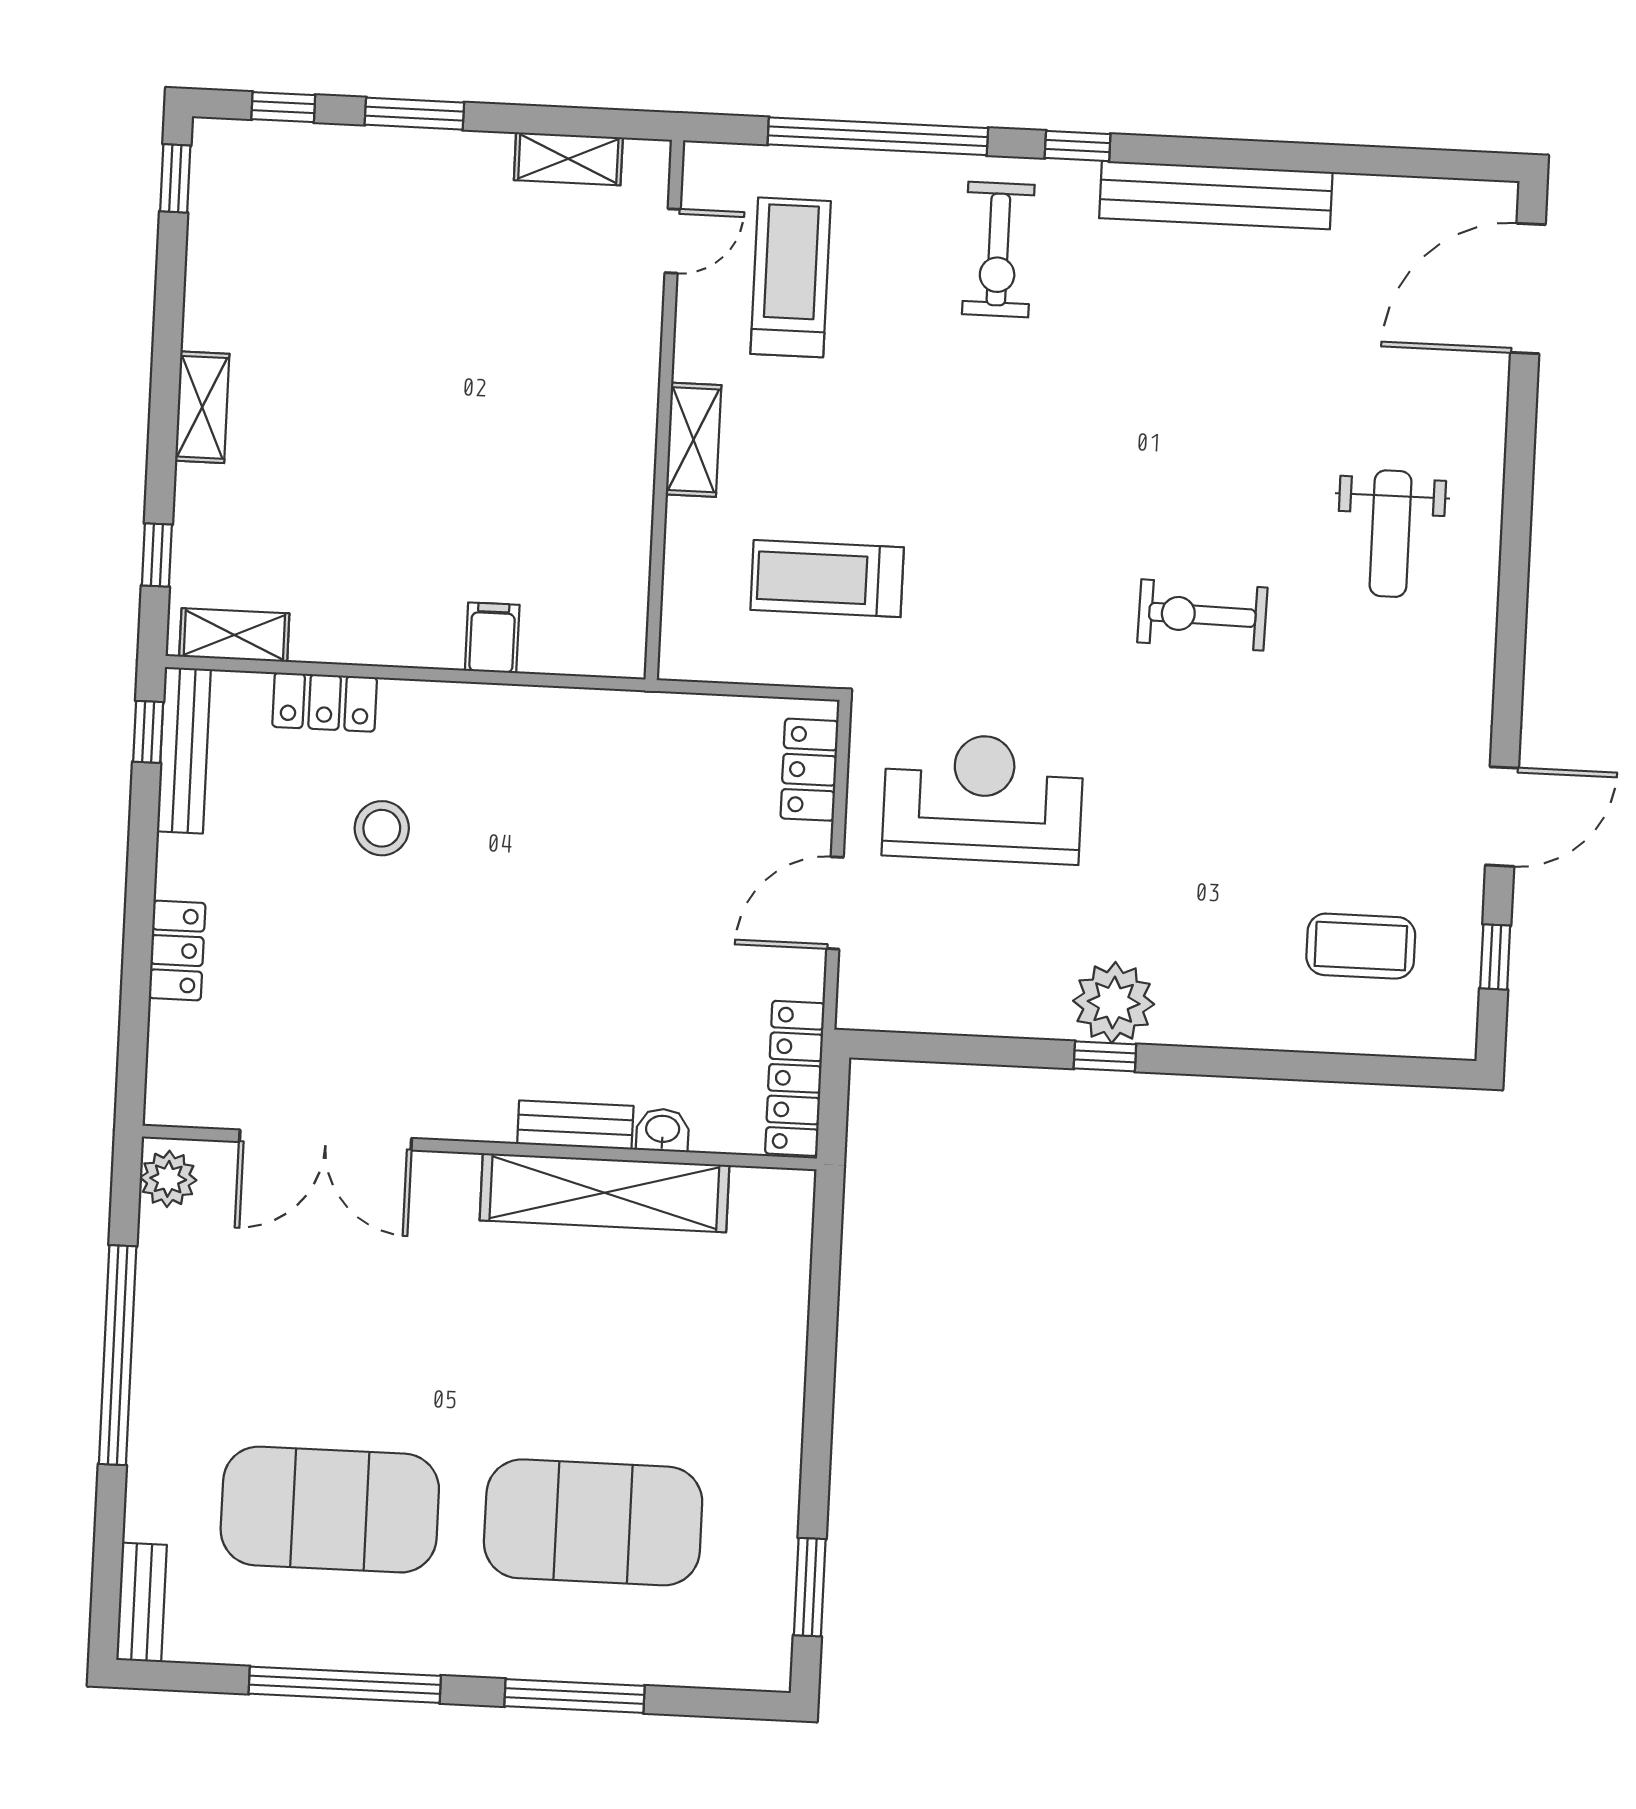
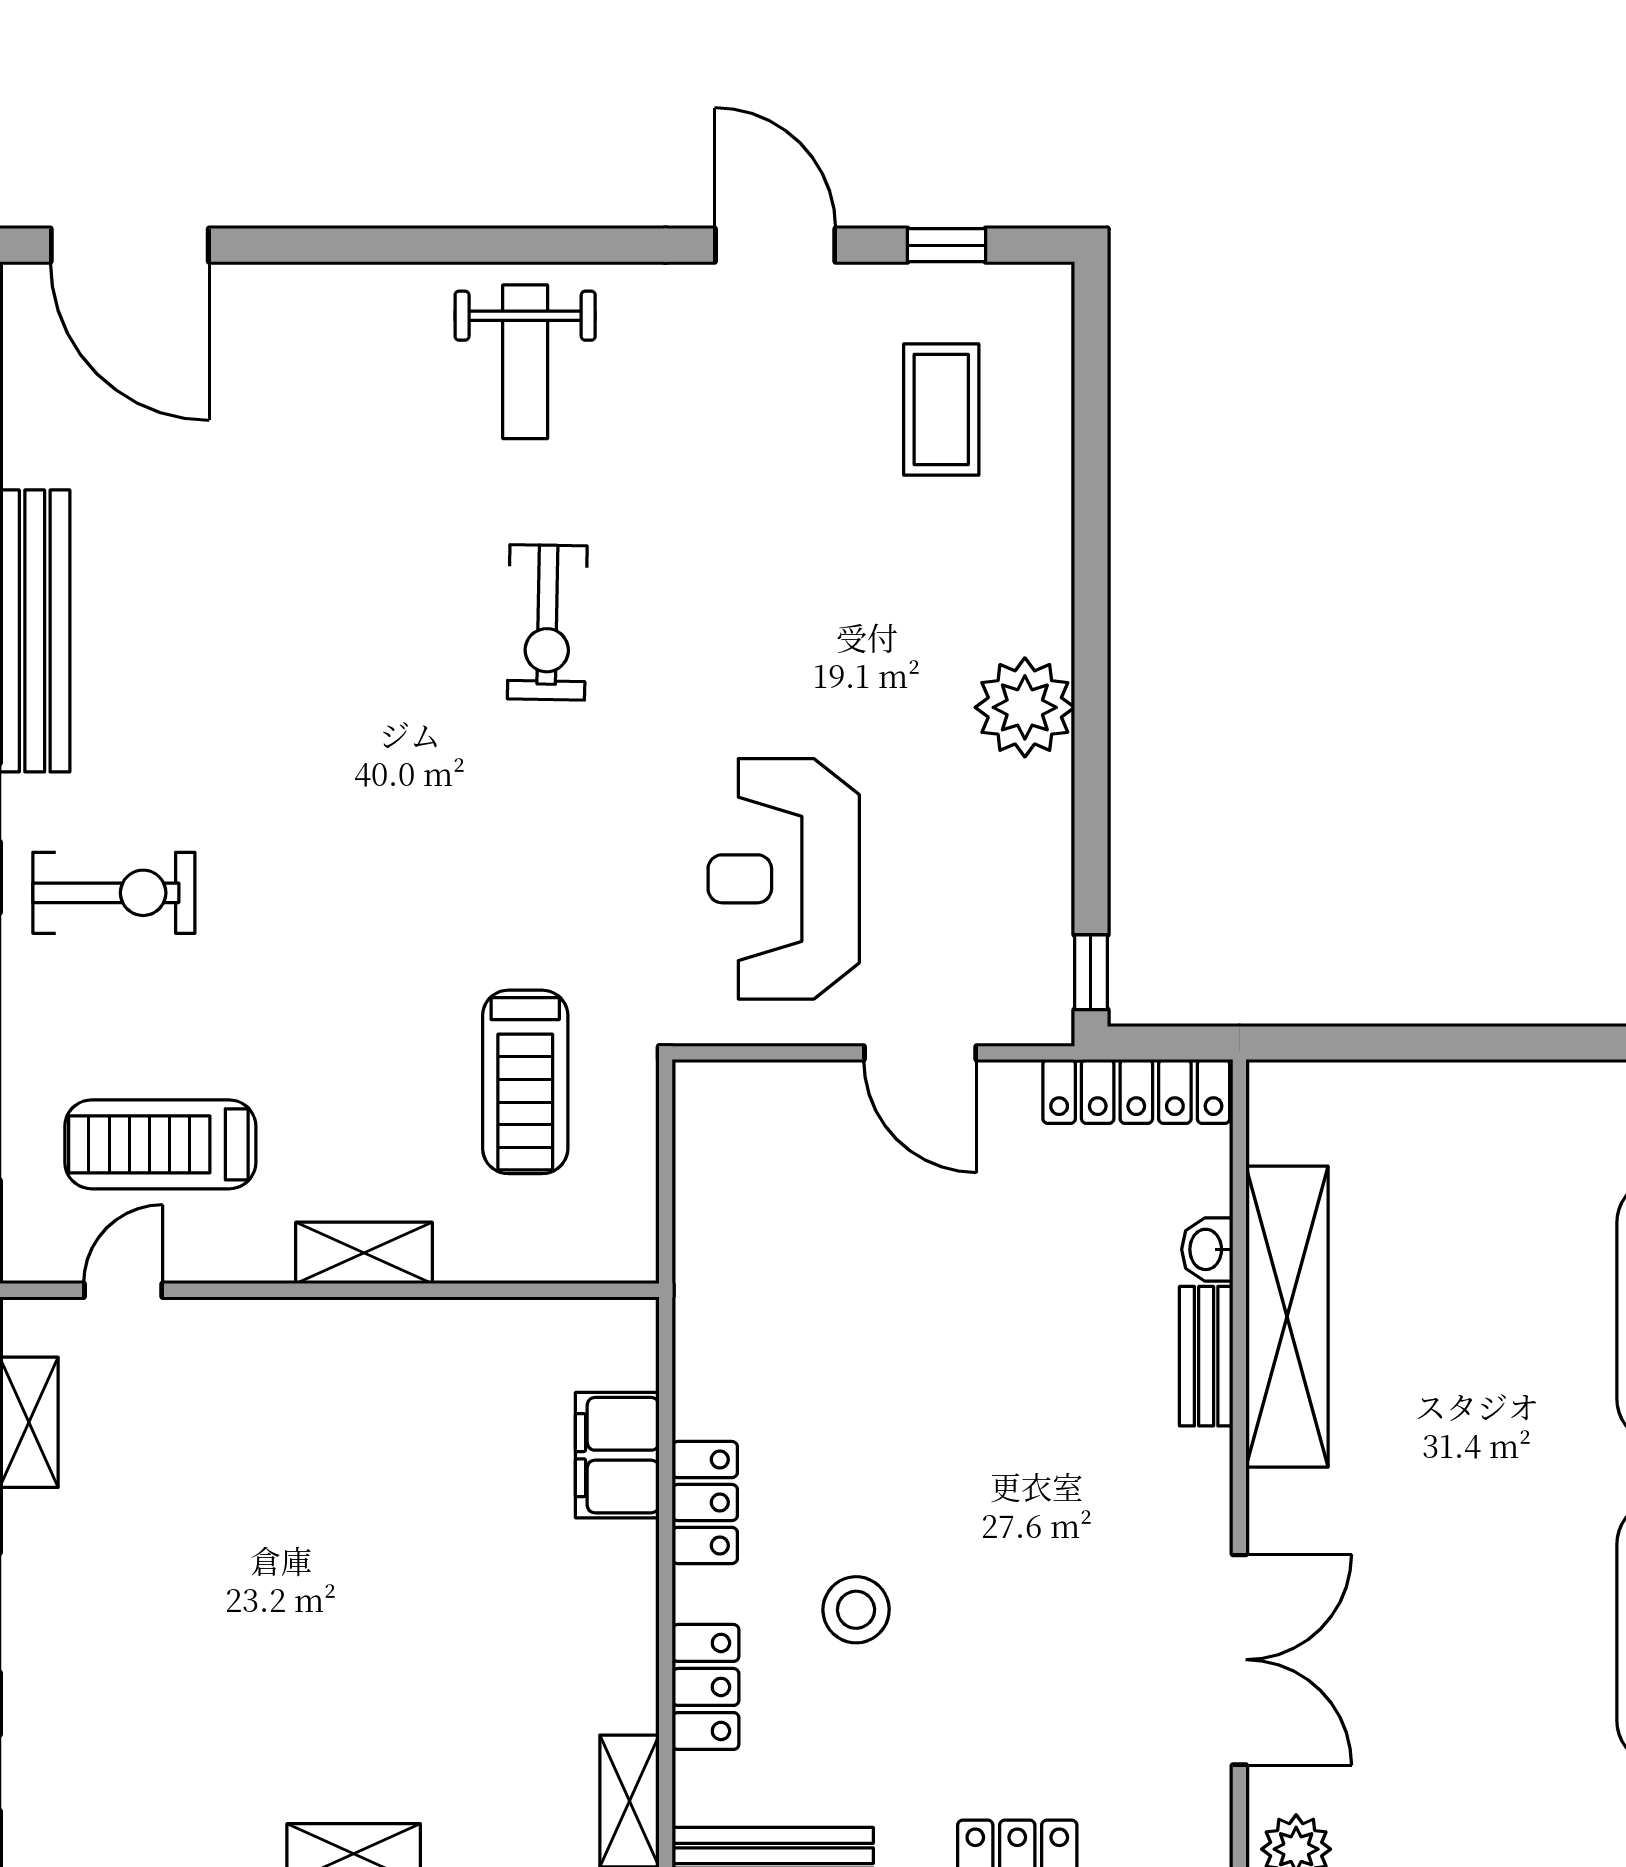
door: (673, 241) -> (123, 1290), hinge flipped
weight bench: (1391, 534) -> (525, 362), moved, turned 90
filing cabinet: (492, 638) -> (617, 1455), width x2.00
locker: (809, 770) -> (705, 1502), moved, turned -90
window: (1105, 1056) -> (1091, 972), moved

